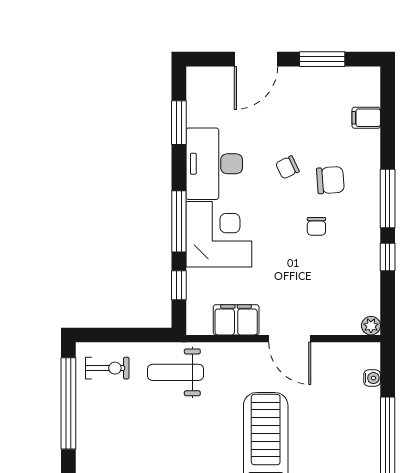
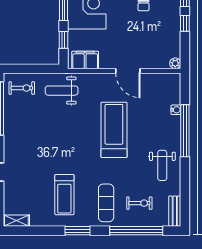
filing cabinet: (236, 320) -> (85, 60), moved
water cooler: (372, 378) -> (176, 110), moved

